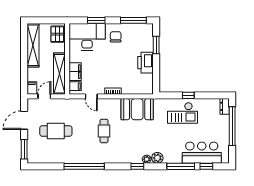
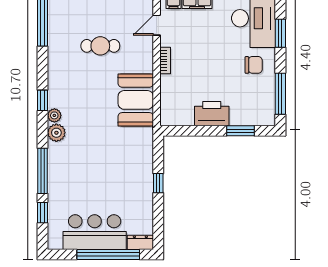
checkout: (182, 113) -> (130, 174), removed
bar counter: (202, 153) -> (95, 232), moved, turned -90

